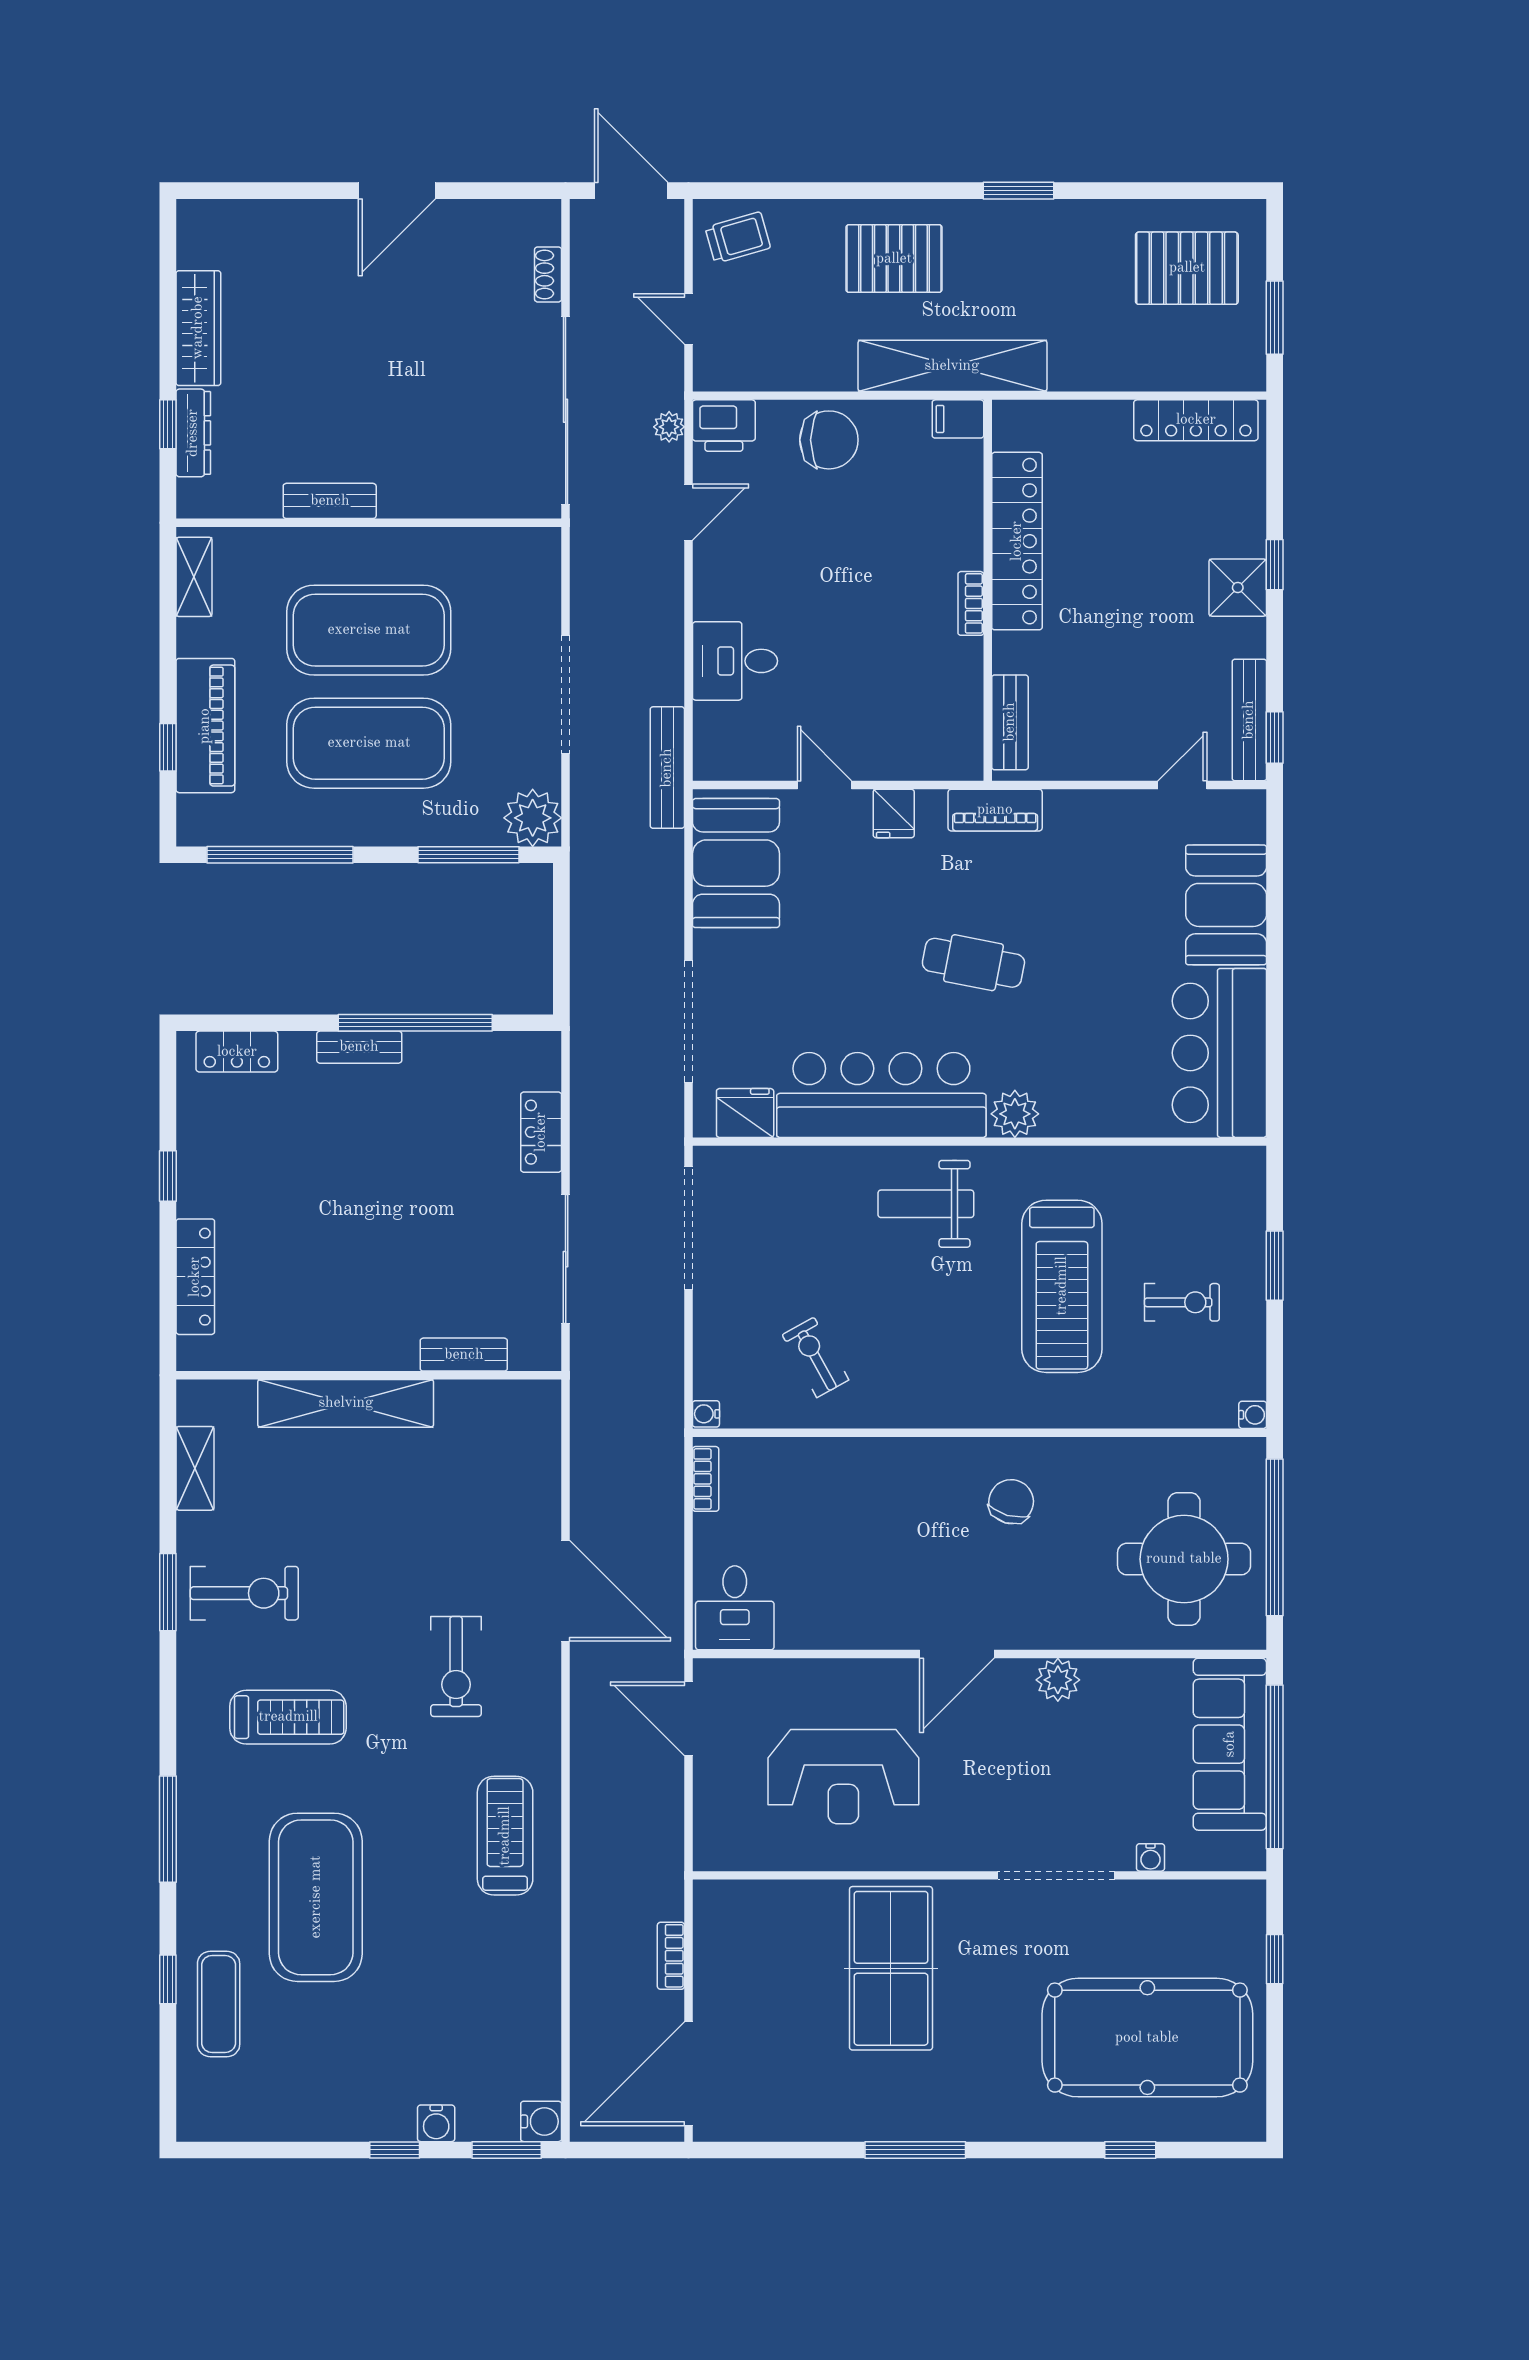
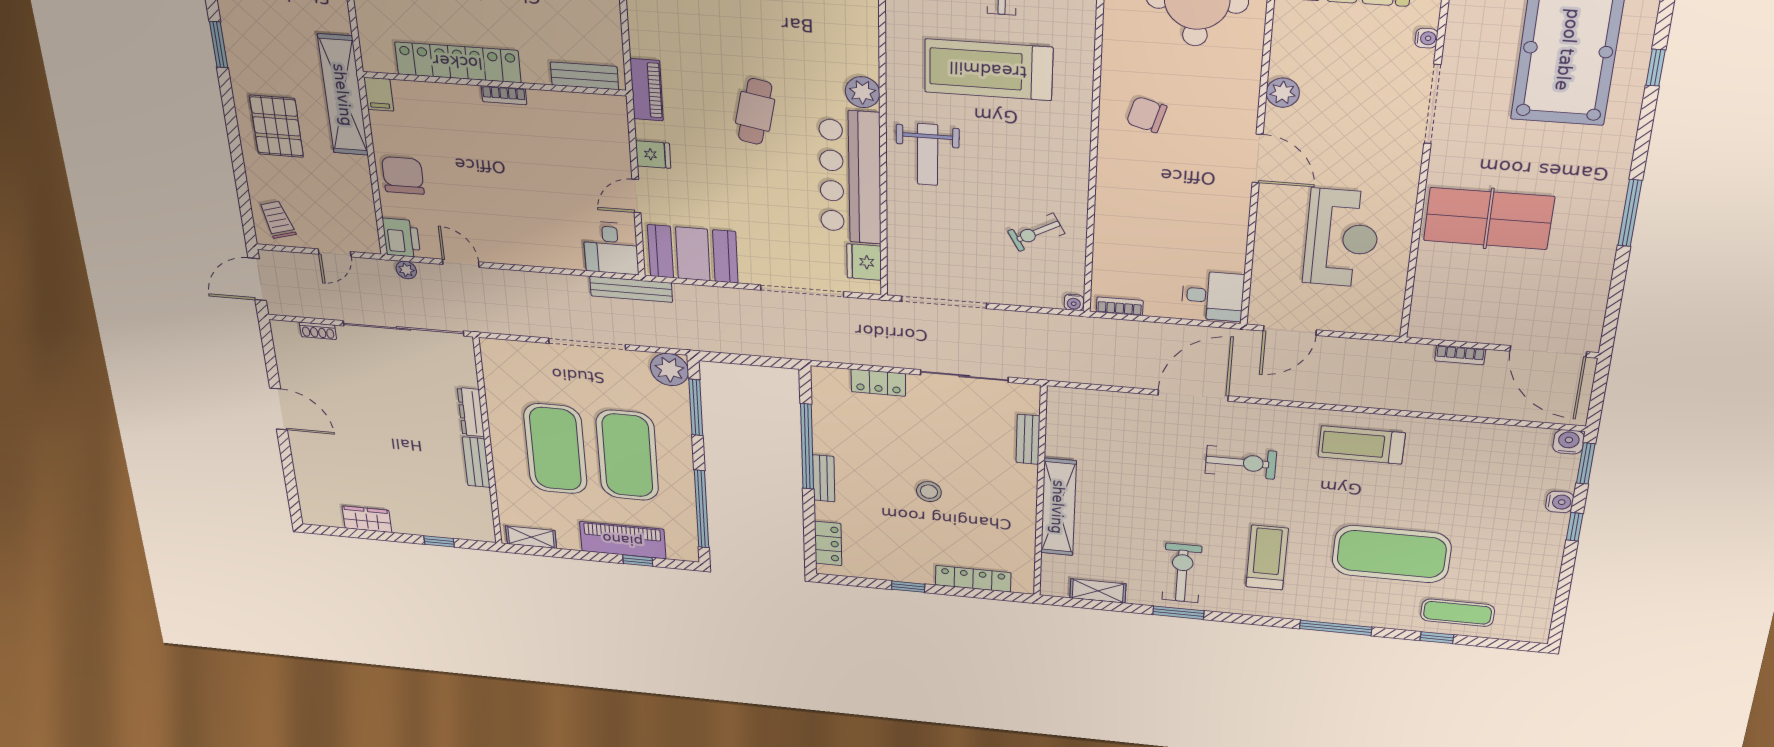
wardrobe: (198, 328) -> (367, 519), width x0.67
dresser: (193, 433) -> (471, 412), moved, turned -90
desk: (735, 661) -> (611, 248), moved
stool: (352, 1208) -> (929, 492), added
treadmill: (1062, 1286) -> (988, 70), turned 180

